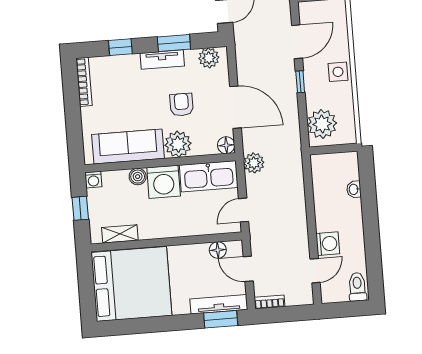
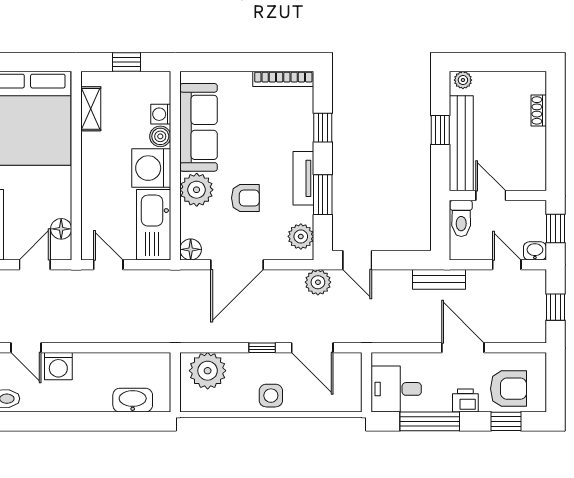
plant: (254, 163) -> (318, 282), moved
washing machine: (93, 180) -> (161, 114), moved
washbasin: (354, 189) -> (133, 400), width x1.91, depth x1.45

